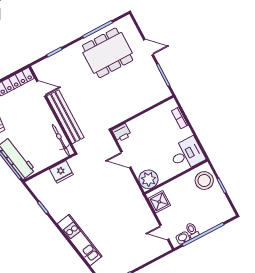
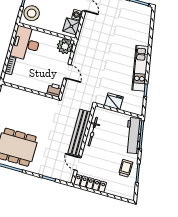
bicycle: (61, 140) -> (93, 132), moved
desk: (187, 154) -> (26, 44), width x1.37
washing machine: (164, 216) -> (77, 15), added
kitchen unit: (80, 240) -> (140, 68), moved

